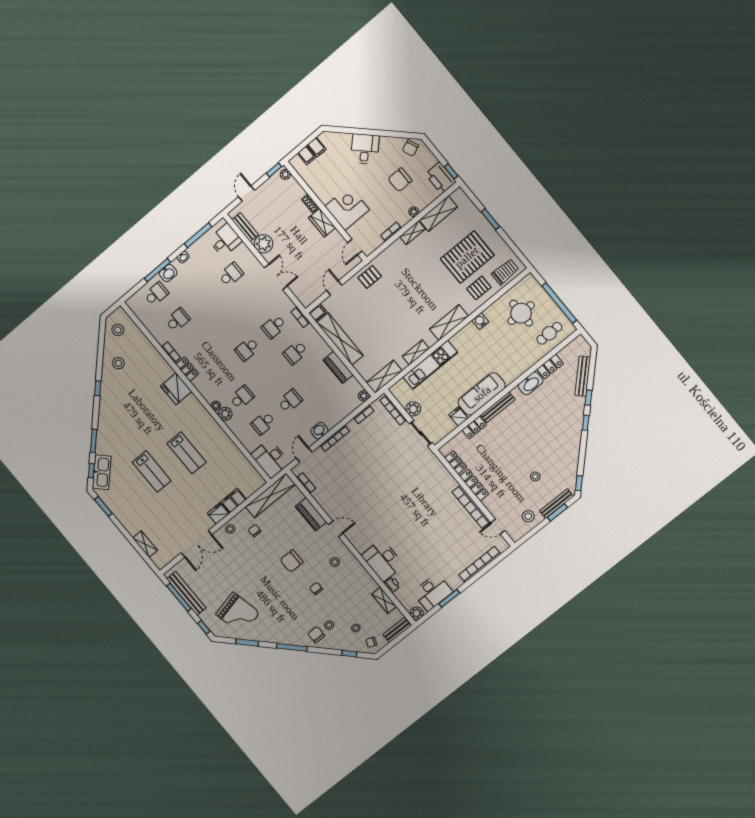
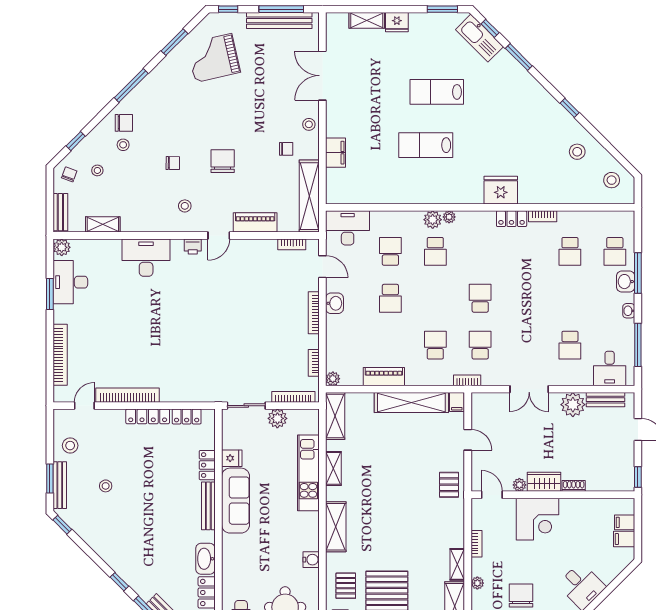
plant: (285, 174) -> (519, 485), moved
fridge: (218, 513) -> (397, 22), moved, turned 90
printer: (392, 585) -> (193, 246), moved

